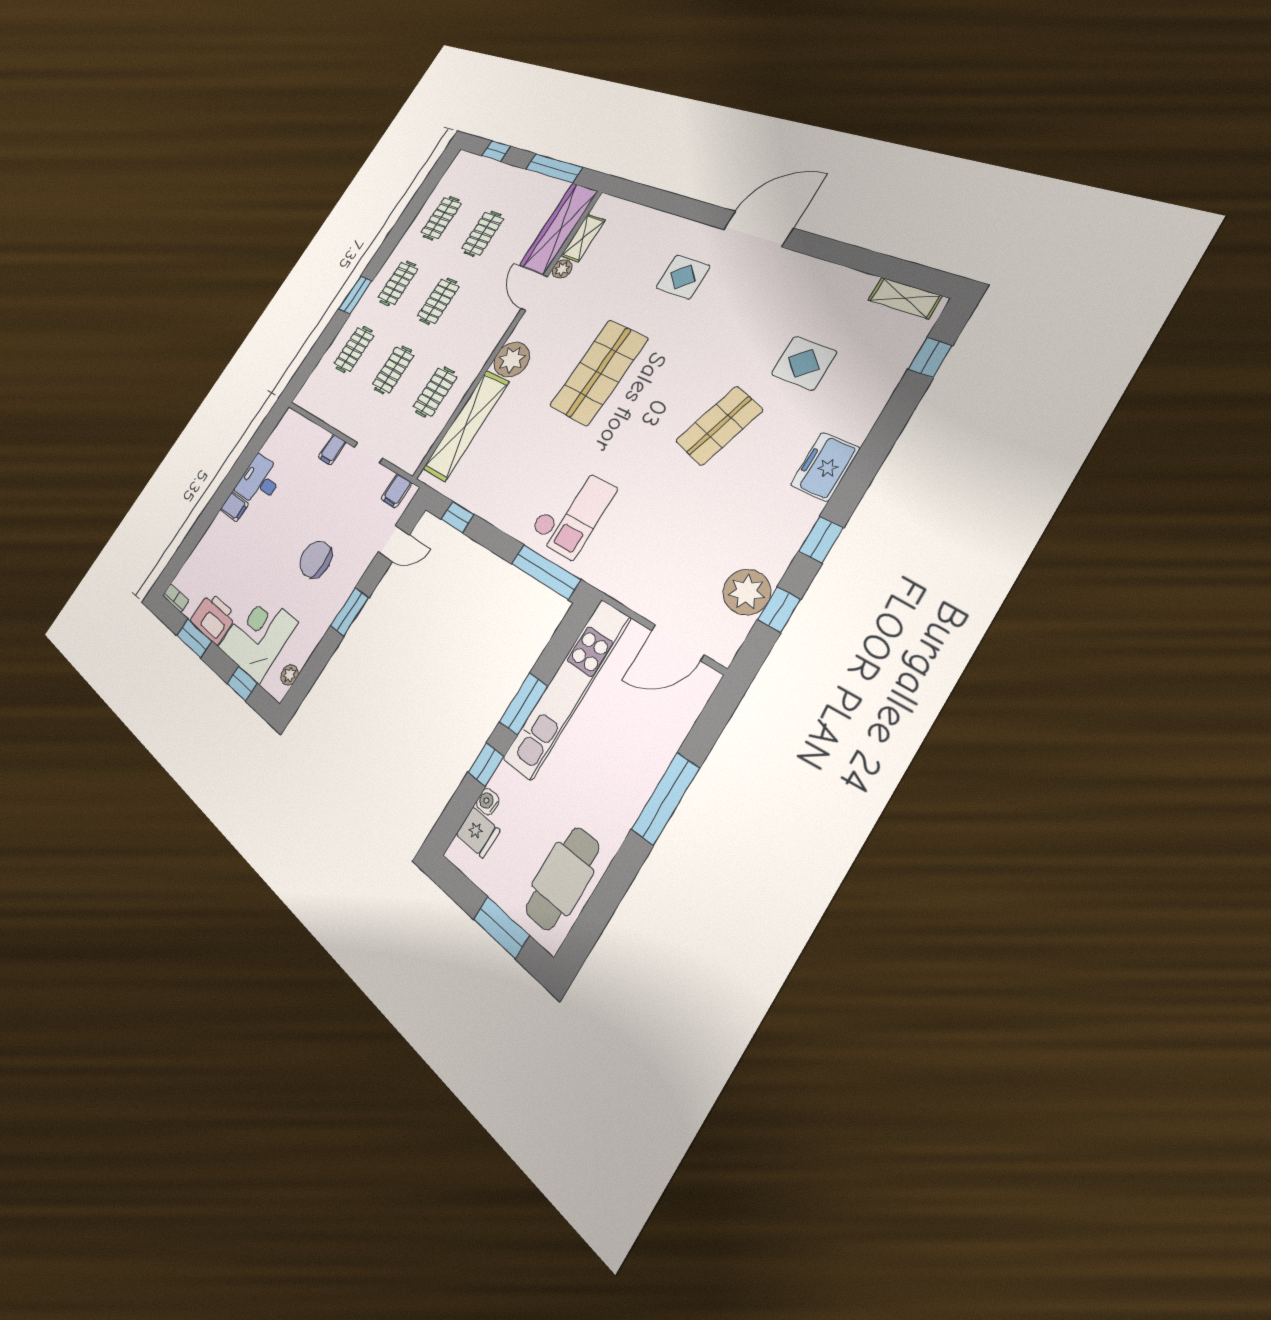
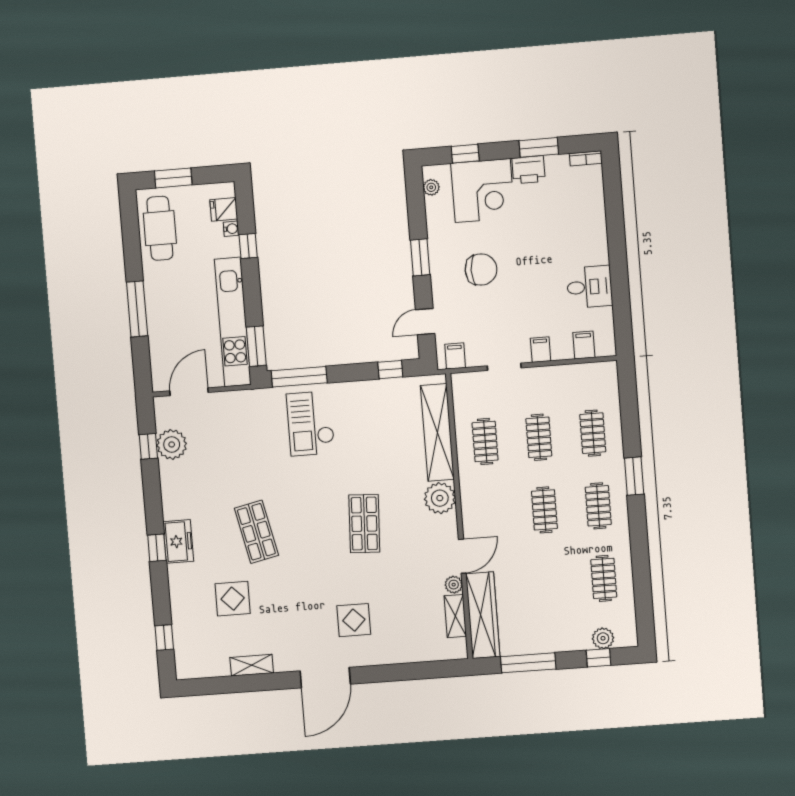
plant: (480, 167) -> (603, 638), added
clothes rail: (483, 234) -> (550, 582), removed
door: (534, 293) -> (462, 556), hinge flipped
shelving: (905, 298) -> (252, 665), moved
shop shelf: (599, 372) -> (364, 524), width x0.70, depth x0.74
shop shelf: (719, 426) -> (256, 532), turned -30
filing cabinet: (234, 507) -> (584, 345), moved, turned 90
window: (821, 540) -> (157, 548), moved
printer: (213, 618) -> (529, 170), width x0.73, depth x0.84
window: (523, 704) -> (256, 346), moved

